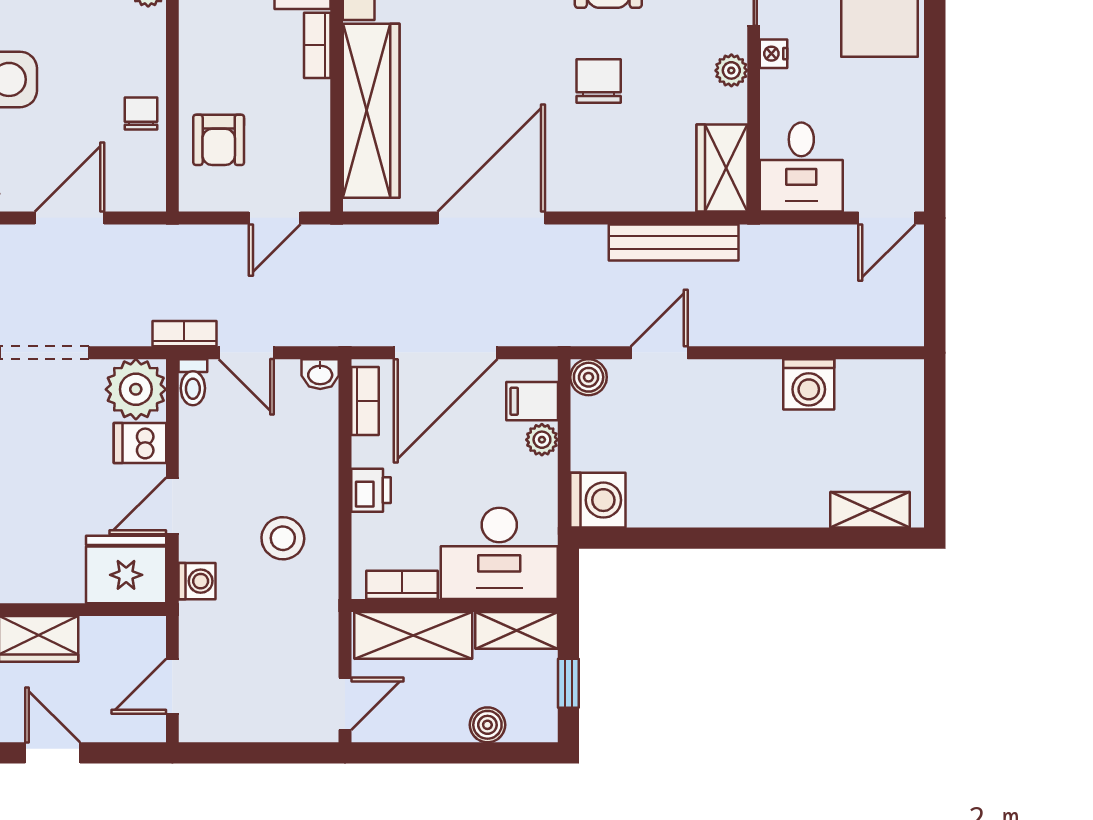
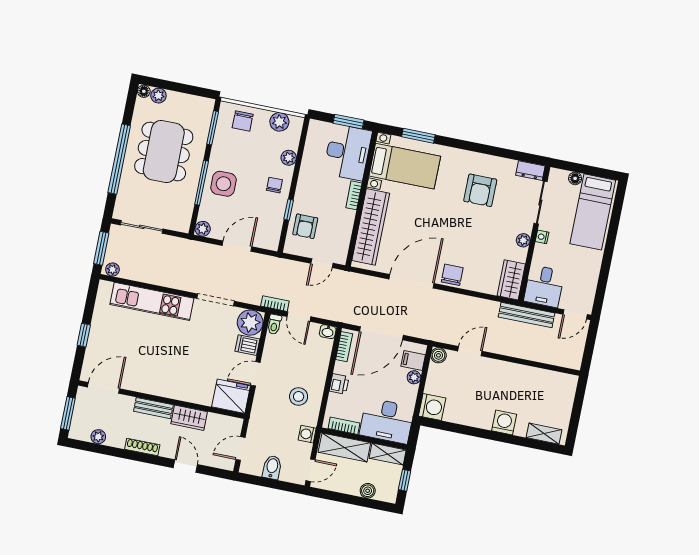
chair: (599, 81) -> (452, 275), moved
window: (172, 109) -> (289, 210), added
chair: (141, 114) -> (274, 185), moved
bench: (674, 242) -> (526, 315), moved
washing machine: (809, 384) -> (504, 422), moved, turned 180
washing machine: (197, 581) -> (307, 434), moved, turned 180
bidet: (254, 715) -> (272, 467), added

